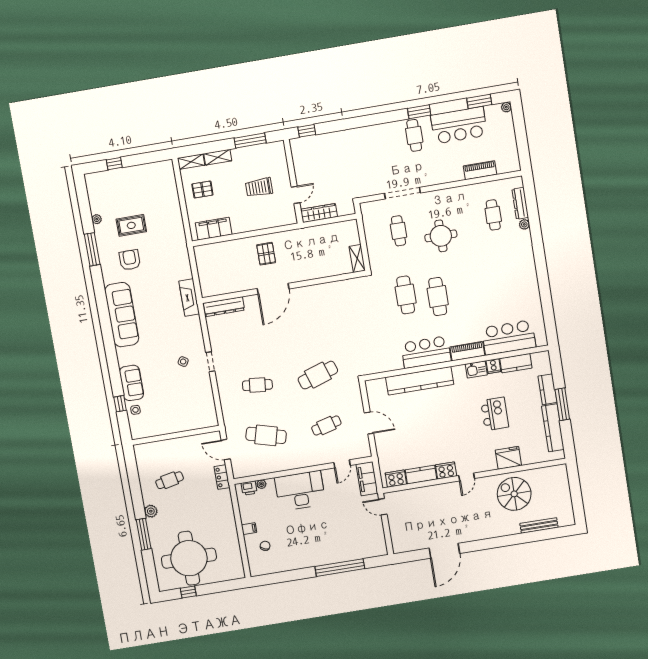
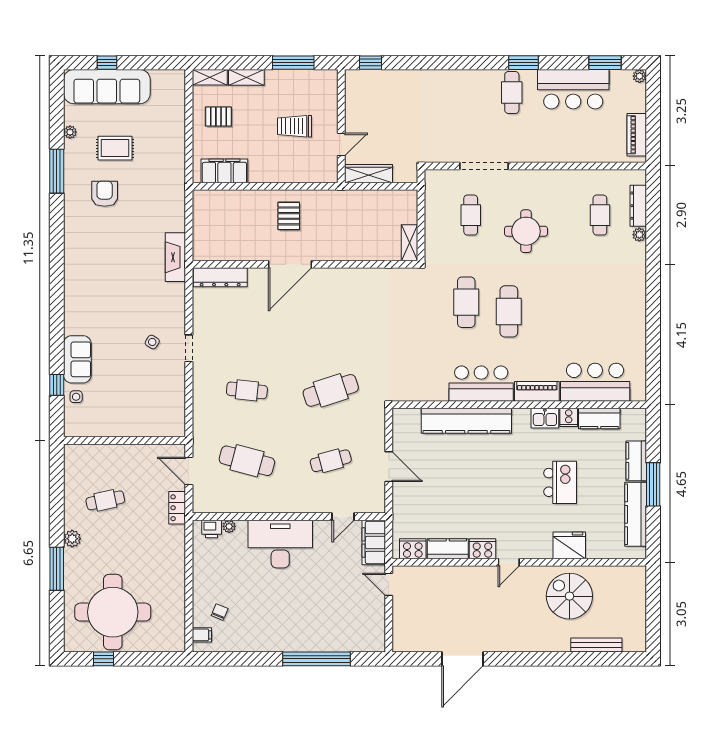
piano: (480, 170) -> (637, 135), moved, turned -90
sofa: (122, 315) -> (107, 87), moved, turned 90
filing cabinet: (249, 529) -> (202, 635), moved

